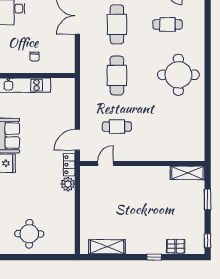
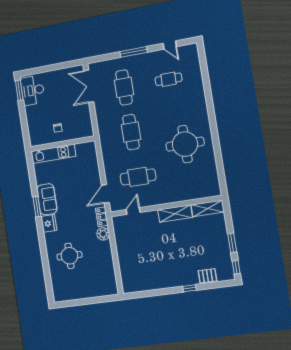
round table: (178, 75) -> (185, 144), moved
cafe table: (117, 127) -> (138, 177), width x1.37, depth x1.35
window: (208, 199) -> (232, 243), moved
round table: (29, 234) -> (69, 256), moved
shelving: (107, 247) -> (175, 214), moved

